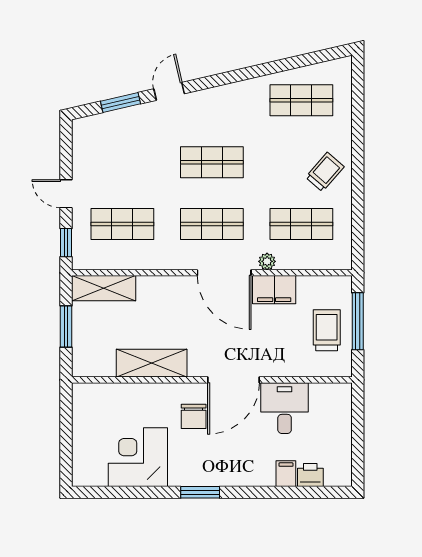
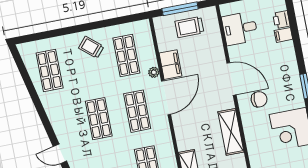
desk: (285, 408) -> (240, 28), moved

